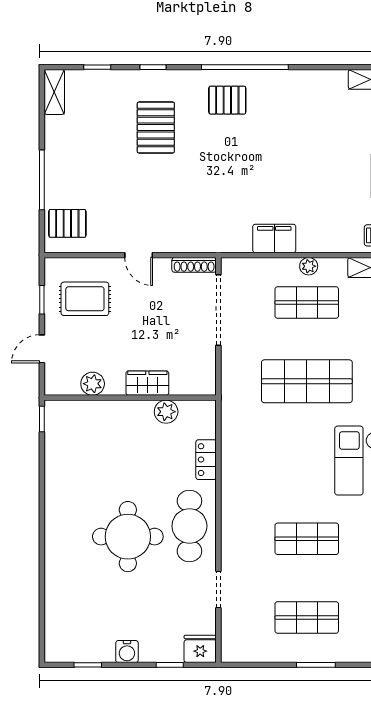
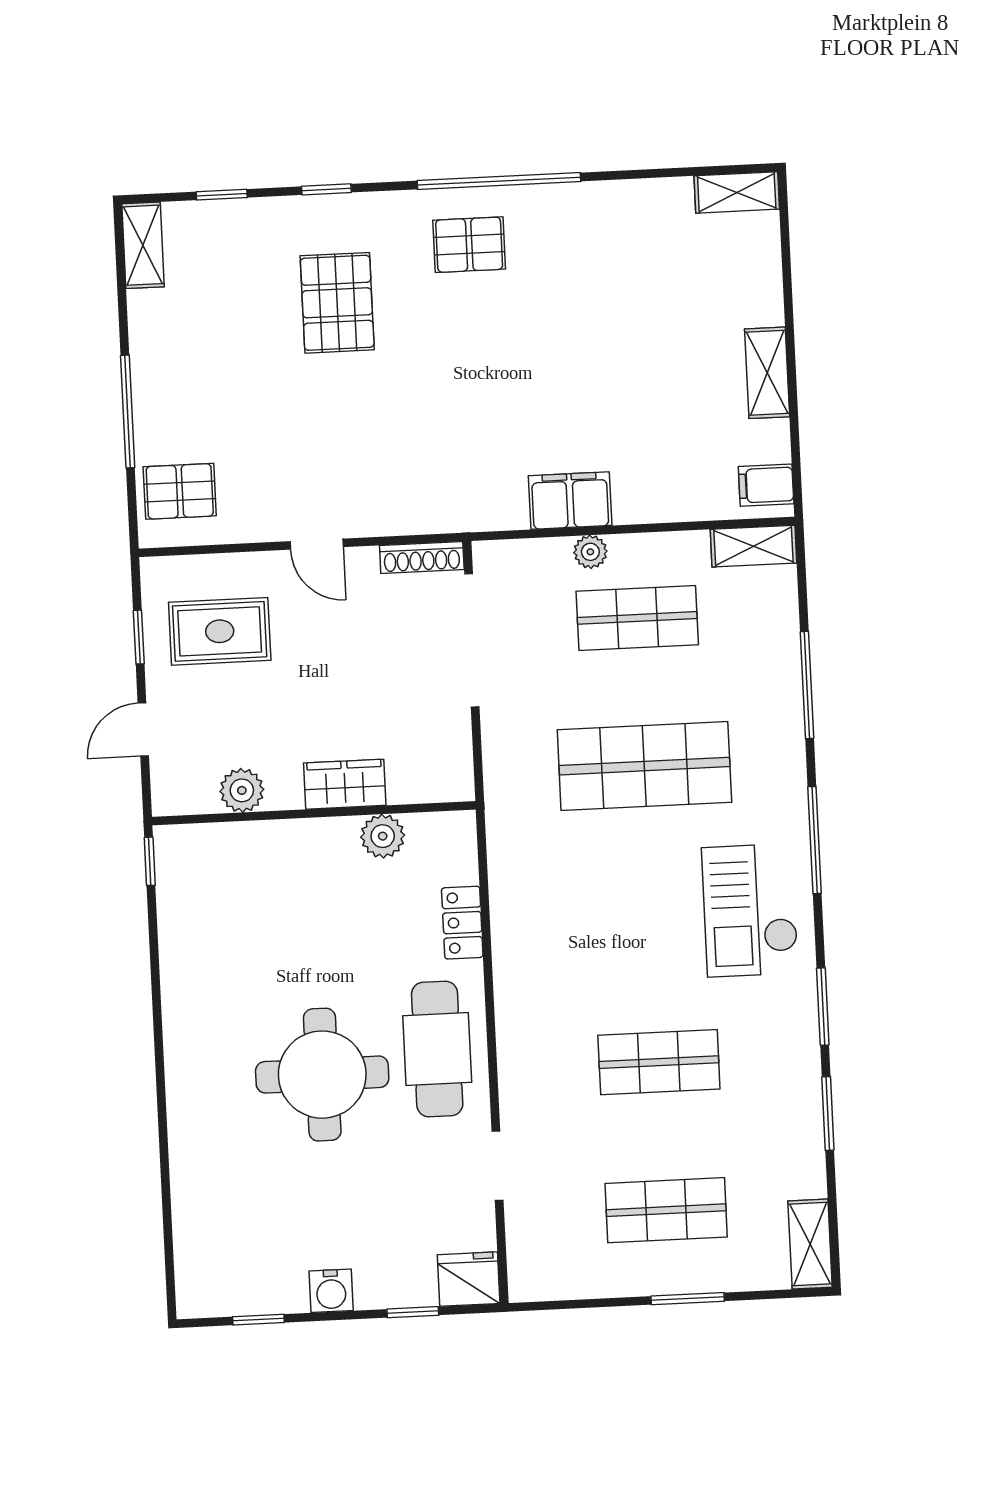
plant: (309, 266) -> (590, 552), moved

